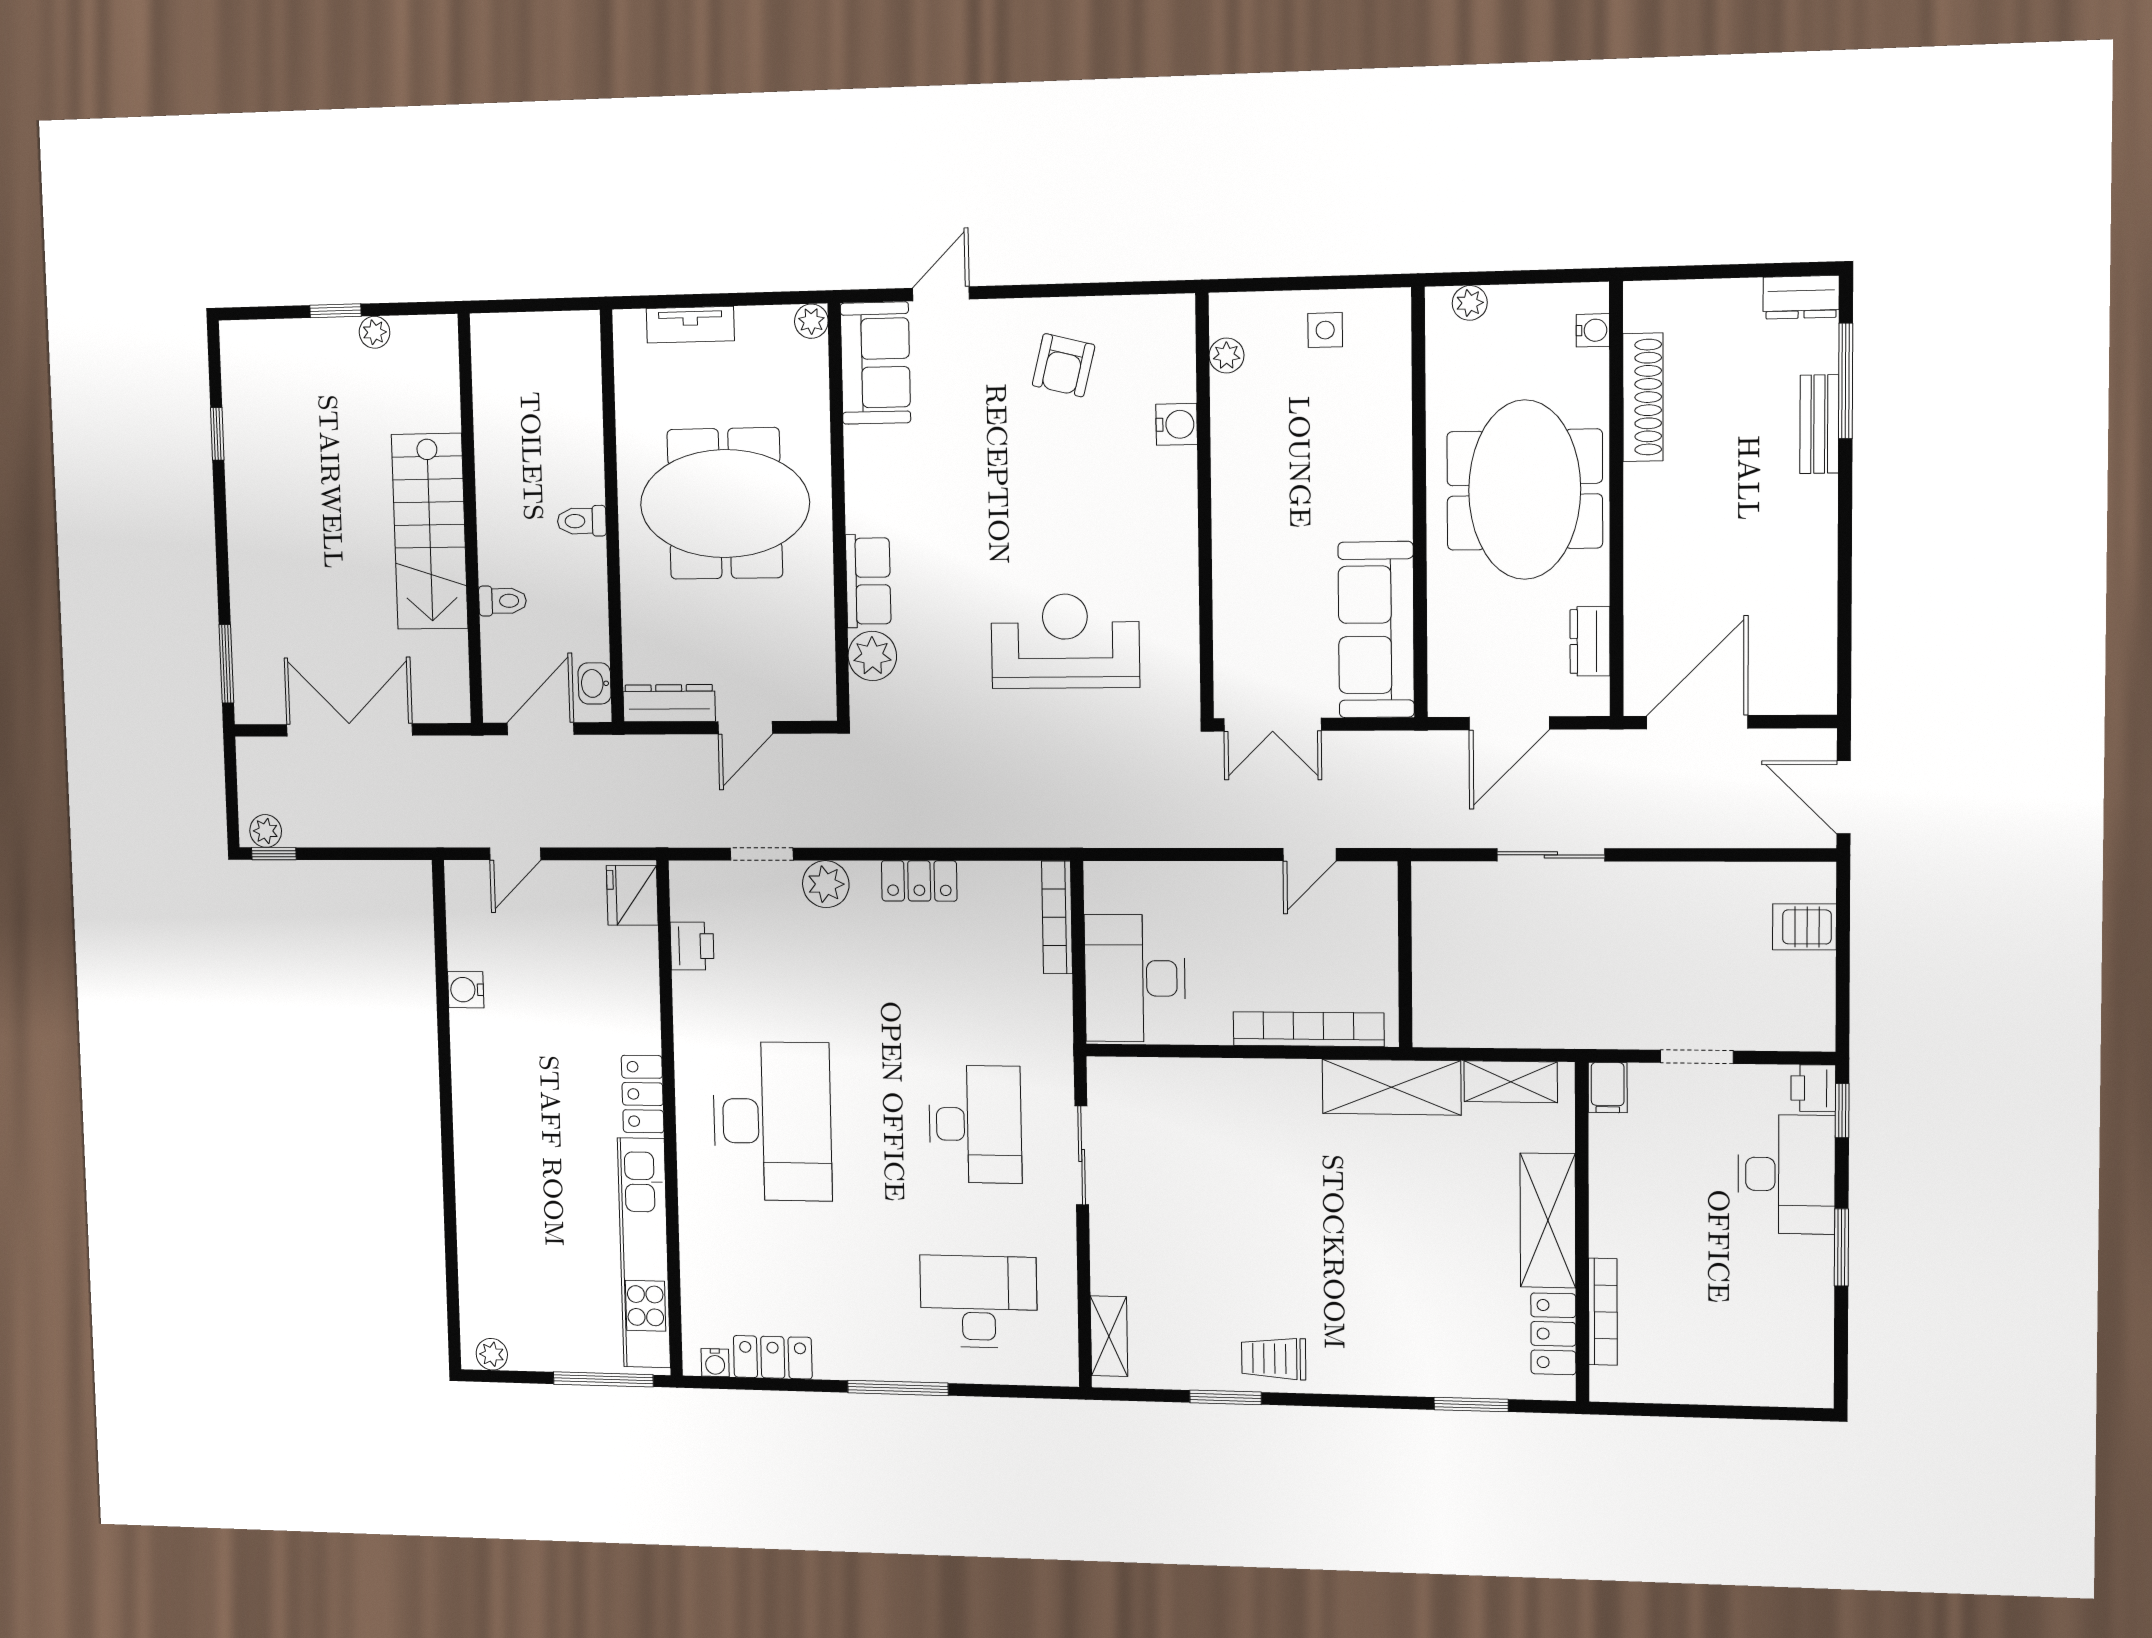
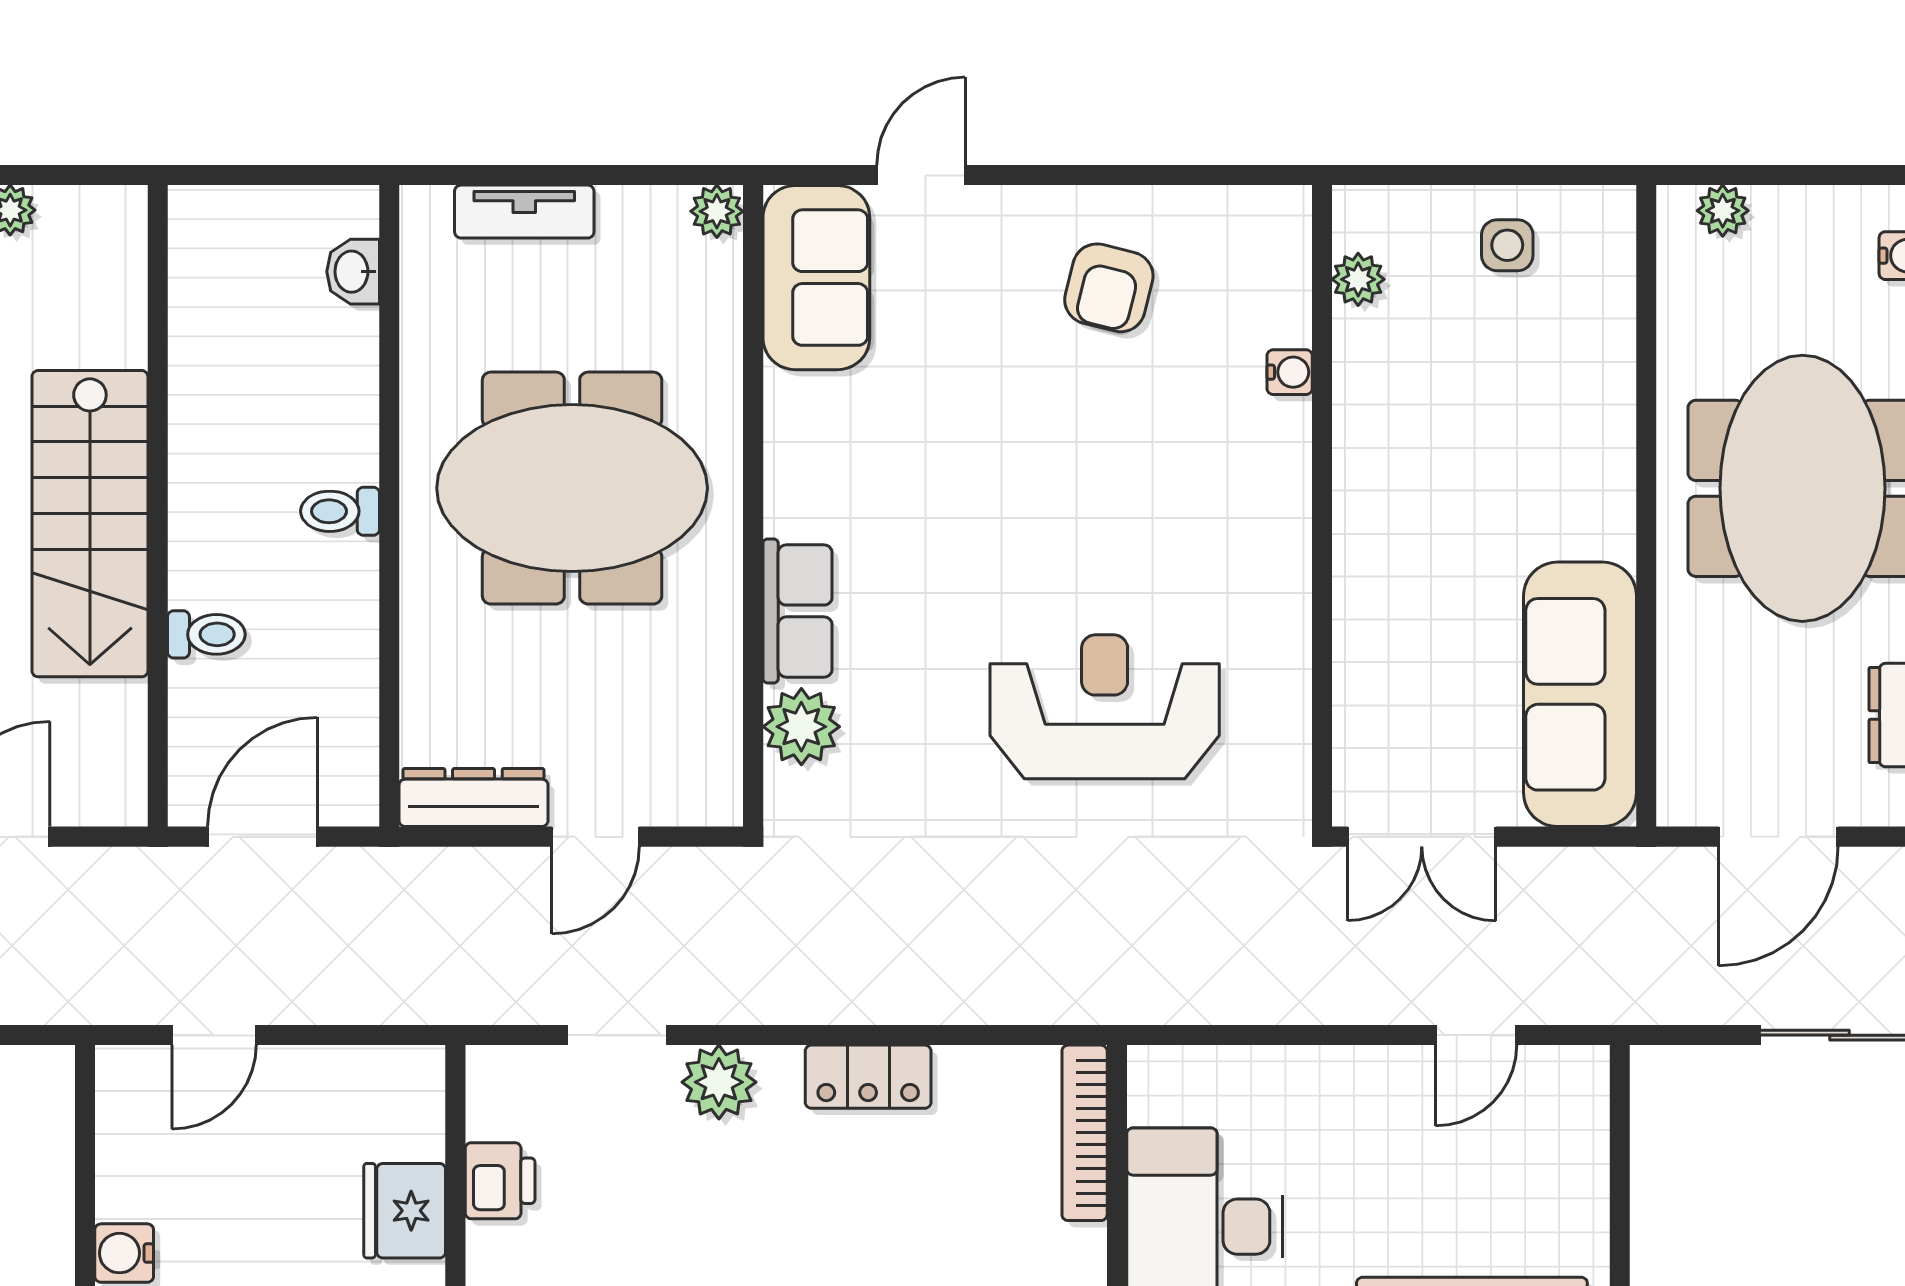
water cooler: (1177, 424) -> (1290, 372), width x0.72, depth x0.72
washbasin: (595, 683) -> (353, 272), moved
fridge: (632, 895) -> (405, 1211), moved

